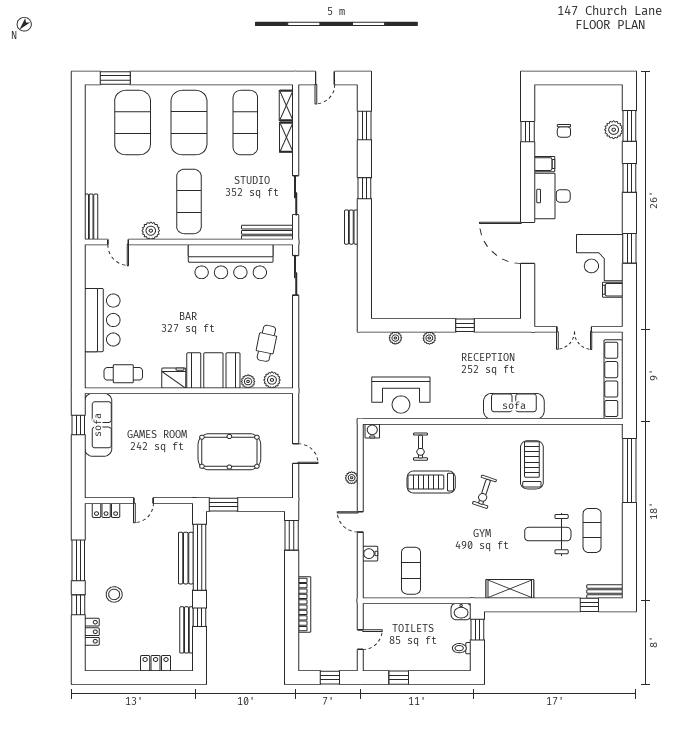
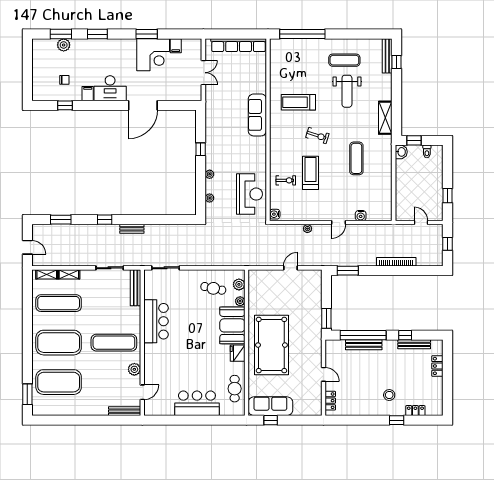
bar counter: (231, 262) -> (156, 321), width x0.73
pool table: (229, 452) -> (271, 345), moved, width x1.36, depth x1.32
treadmill: (431, 482) -> (311, 173), turned 180
window: (78, 560) -> (365, 420), removed
exercise mat: (411, 571) -> (356, 158), moved, turned 90
bench: (605, 591) -> (387, 56), width x1.36

